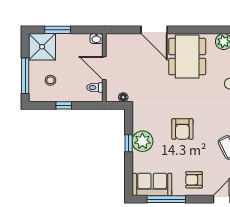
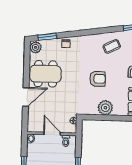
door: (104, 68) -> (52, 134), swing flipped
window: (129, 143) -> (107, 118), removed

